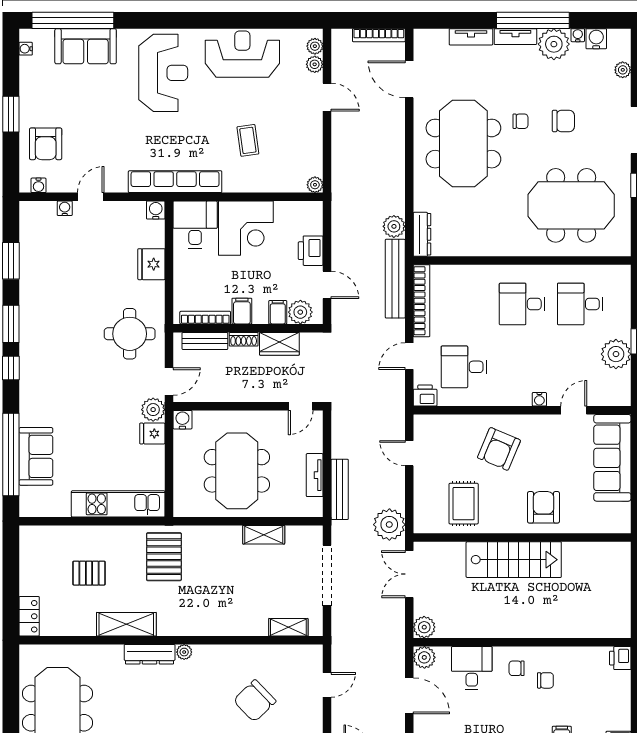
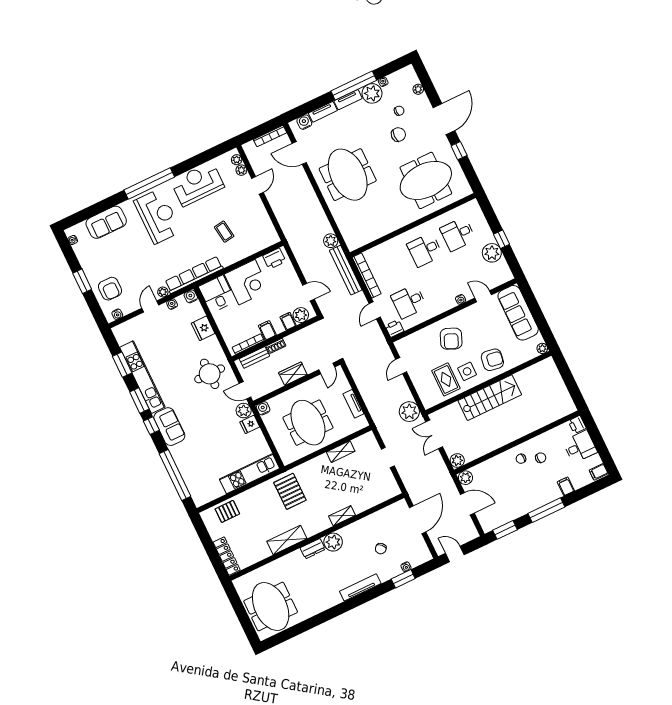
window: (73, 20) -> (149, 183), moved
water cooler: (596, 39) -> (304, 122), moved
door: (327, 97) -> (257, 185), hinge flipped
chair: (520, 121) -> (399, 111), moved
plant: (315, 185) -> (163, 292), moved
water cooler: (65, 208) -> (172, 304), moved
dresser: (422, 234) -> (349, 238), removed
printer: (311, 251) -> (274, 259), moved, turned -90
kitchen unit: (31, 292) -> (142, 377), added
wardrobe: (279, 344) -> (293, 374), moved, turned 180
door: (169, 381) -> (245, 390), swing flipped
door: (574, 410) -> (483, 296), hinge flipped
door: (409, 453) -> (401, 366), hinge flipped
sofa: (36, 456) -> (169, 427), moved
bench: (340, 489) -> (372, 405), removed
side table: (499, 507) -> (467, 371), added
armchair: (543, 507) -> (492, 360), turned 99
plant: (623, 525) -> (542, 348), added
pallet: (89, 573) -> (227, 511), moved
doorway: (327, 575) -> (388, 458), width x0.53
locker: (29, 616) -> (227, 556), width x1.53
shelving: (288, 627) -> (342, 516), moved
plant: (184, 652) -> (333, 542), width x1.88, depth x1.88
dresser: (150, 654) -> (313, 549), width x0.70
desk: (472, 668) -> (580, 447), moved, turned 90
door: (327, 685) -> (418, 520), width x1.88
chair: (255, 701) -> (381, 549), width x0.54, depth x0.54

